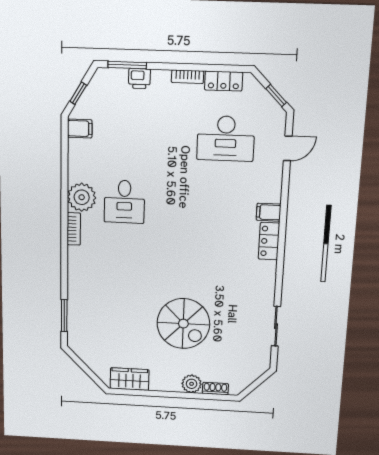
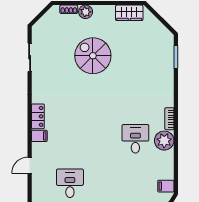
desk: (226, 138) -> (70, 183), width x0.73
door: (288, 148) -> (30, 165), moved

